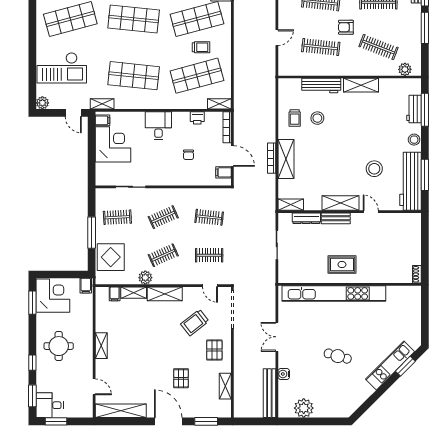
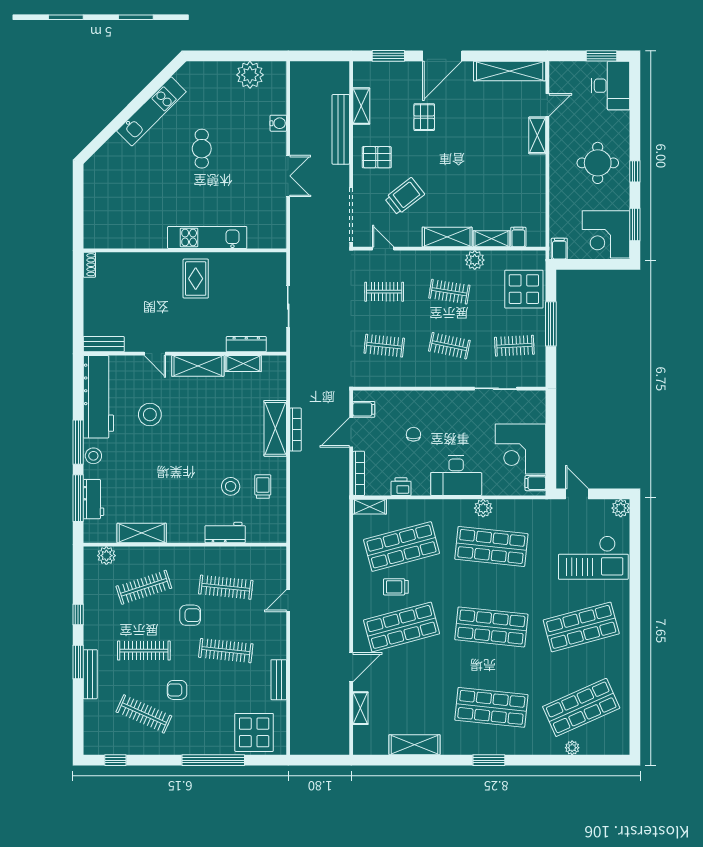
window: (425, 28) -> (78, 614), width x0.46
clothes rail: (378, 47) -> (144, 587), turned -39
checkout: (62, 68) -> (593, 558), turned 180
shelving: (361, 85) -> (142, 533), moved
workbench: (321, 86) -> (225, 533), width x0.73
plant: (139, 103) -> (483, 508), added
shelving: (102, 104) -> (536, 507), removed
desk: (158, 126) -> (456, 476), width x1.37
door: (232, 156) -> (351, 432), hinge flipped
window: (425, 175) -> (78, 442), moved
shelving: (291, 205) -> (243, 364), moved
clothes rail: (163, 217) -> (449, 346), turned 36
bench: (336, 218) -> (104, 344), moved
clothes rail: (163, 255) -> (449, 292), turned 33
rug: (342, 265) -> (196, 279), turned 90
kitchen unit: (334, 293) -> (207, 237), width x0.54
shelving: (101, 346) -> (537, 135), moved
pallet: (214, 350) -> (377, 157), turned 90
cafe table: (338, 356) -> (202, 149), turned 74
window: (32, 363) -> (635, 171), moved
kitchen unit: (390, 365) -> (151, 111), moved
window: (405, 366) -> (106, 134), removed
door: (94, 387) -> (547, 105), swing flipped
bench: (269, 393) -> (341, 129), moved
window: (32, 396) -> (635, 92), removed
desk: (50, 405) -> (611, 86), width x1.37
door: (168, 421) -> (442, 56), hinge flipped

